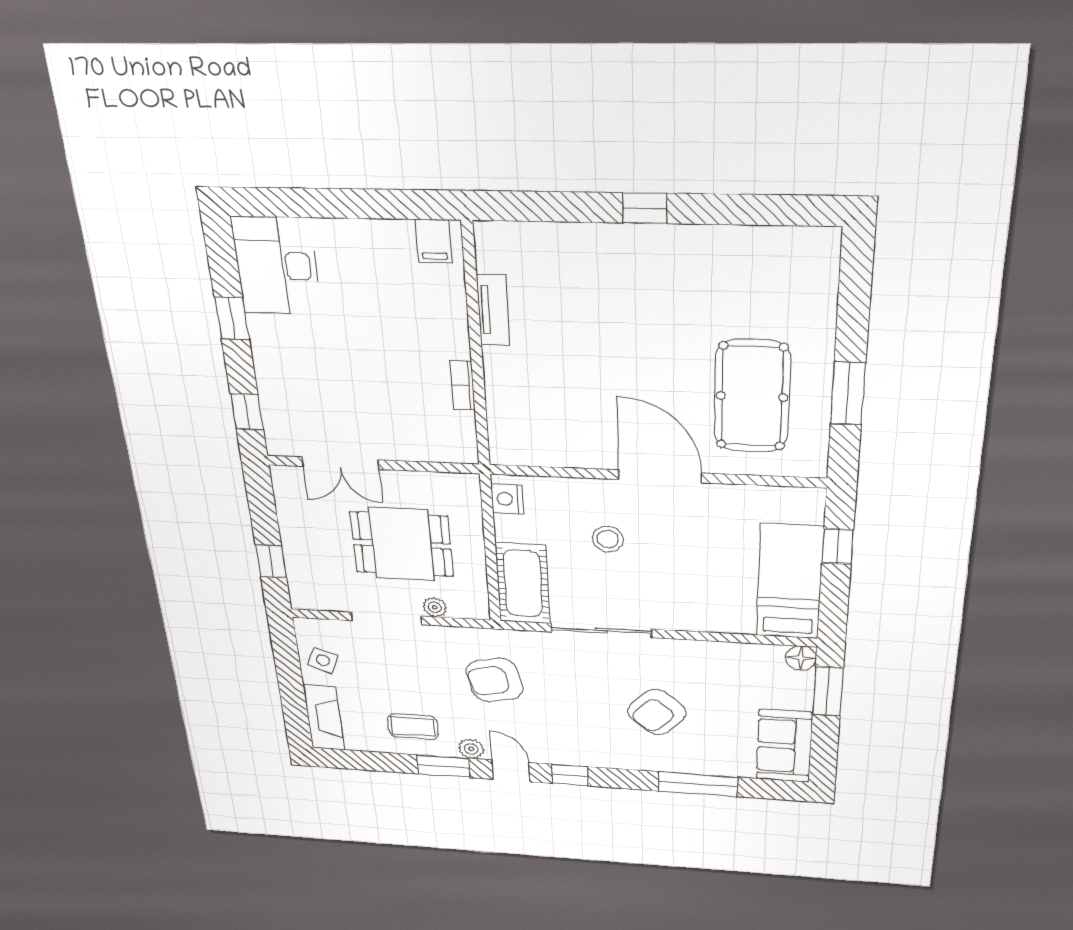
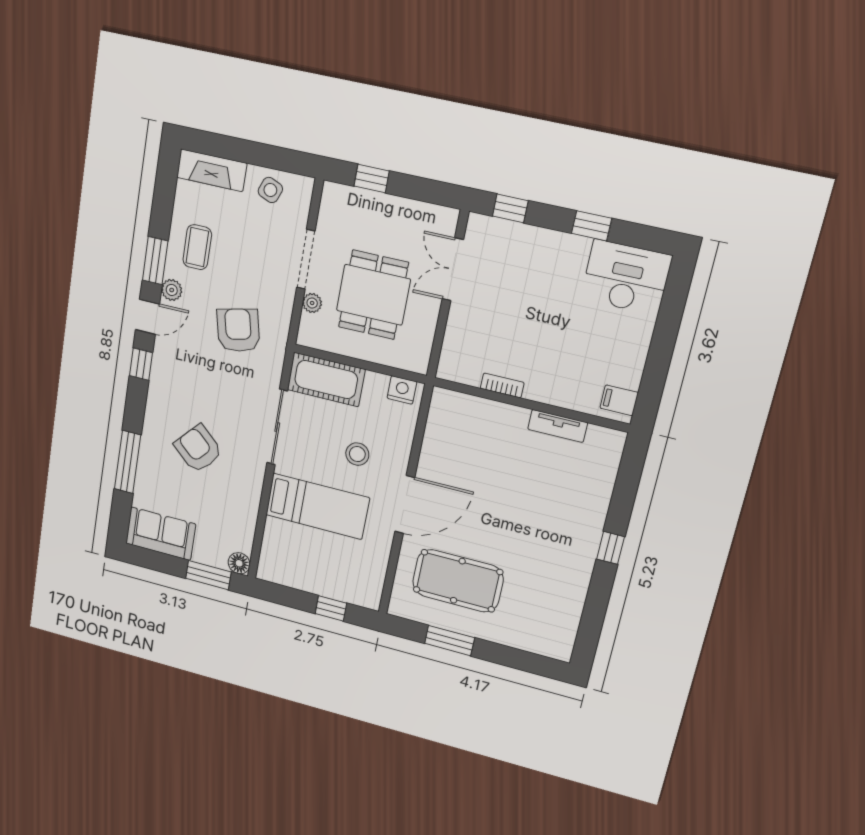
bed: (790, 582) -> (317, 506), moved

